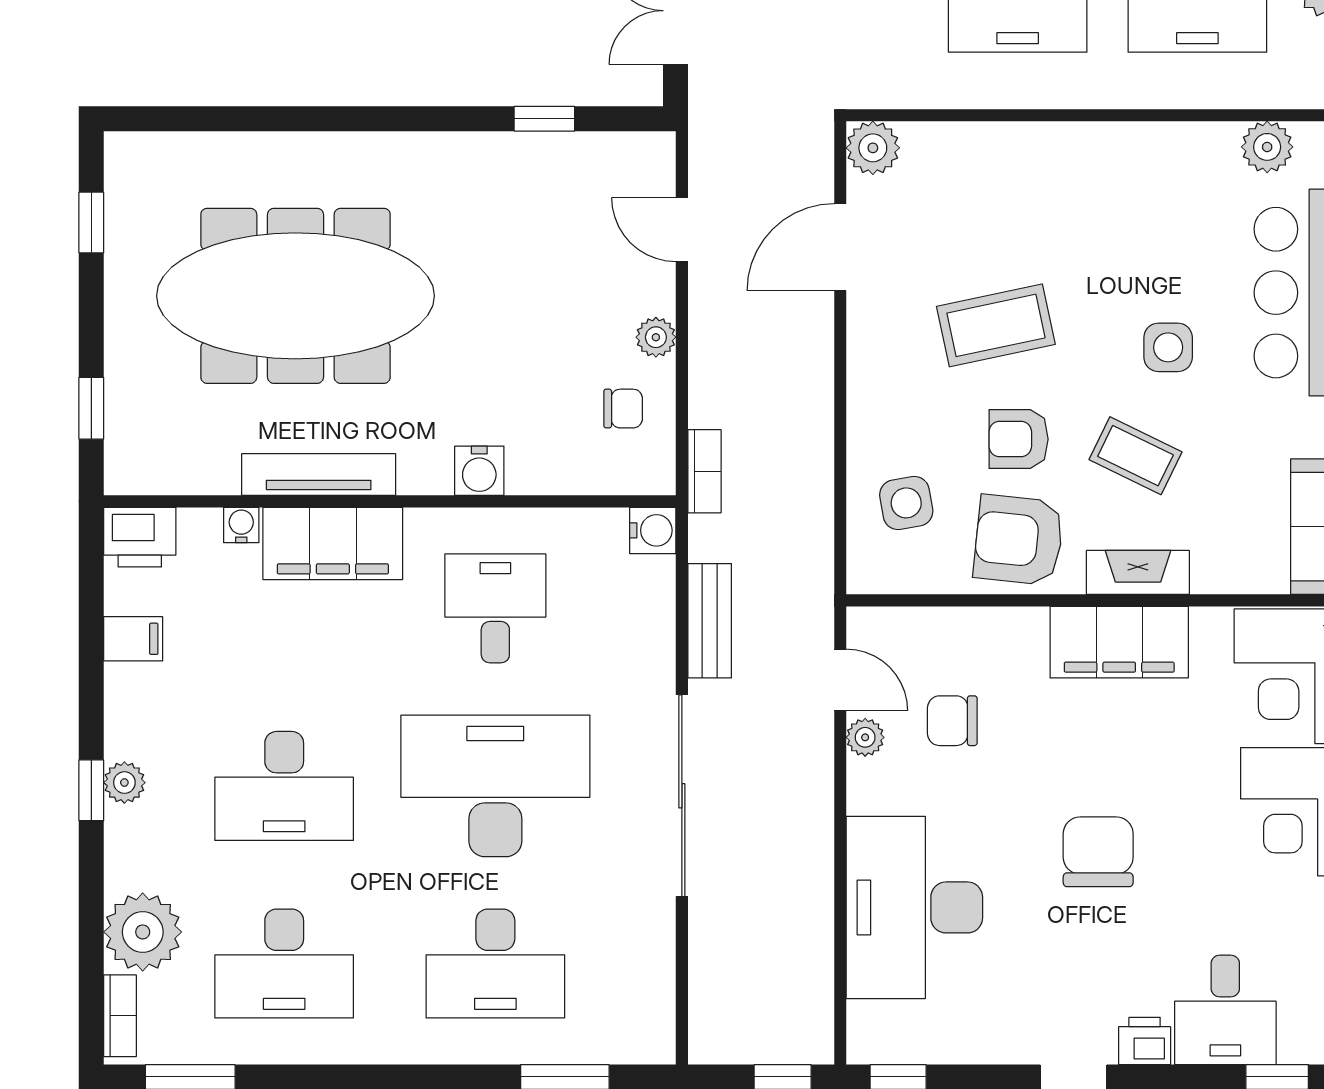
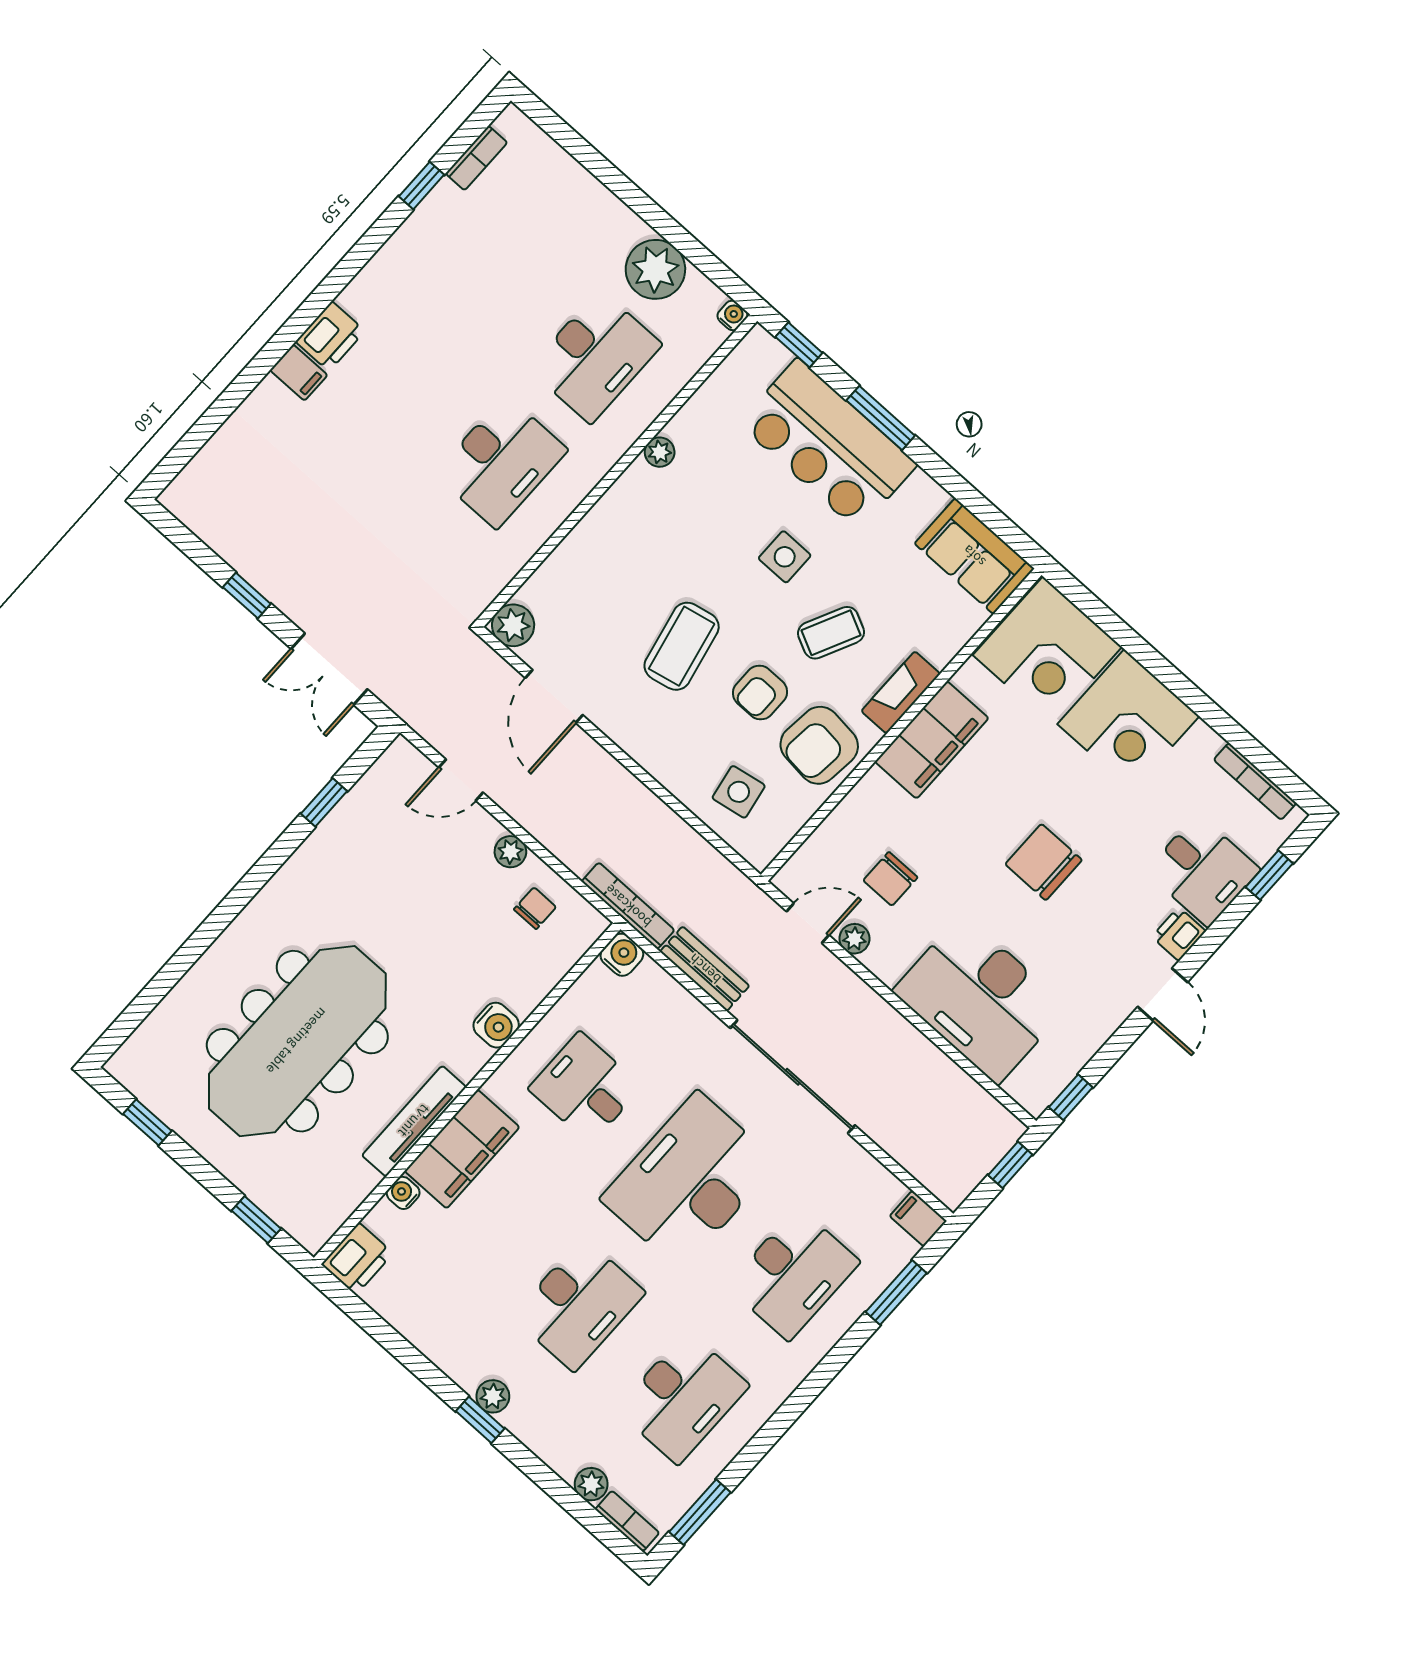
plant: (1267, 147) -> (660, 452), moved, width x0.73, depth x0.73
bookcase: (704, 471) -> (628, 906), width x1.56
filing cabinet: (133, 639) -> (918, 1219), moved, turned -90
plant: (143, 932) -> (591, 1484), width x0.53, depth x0.53

